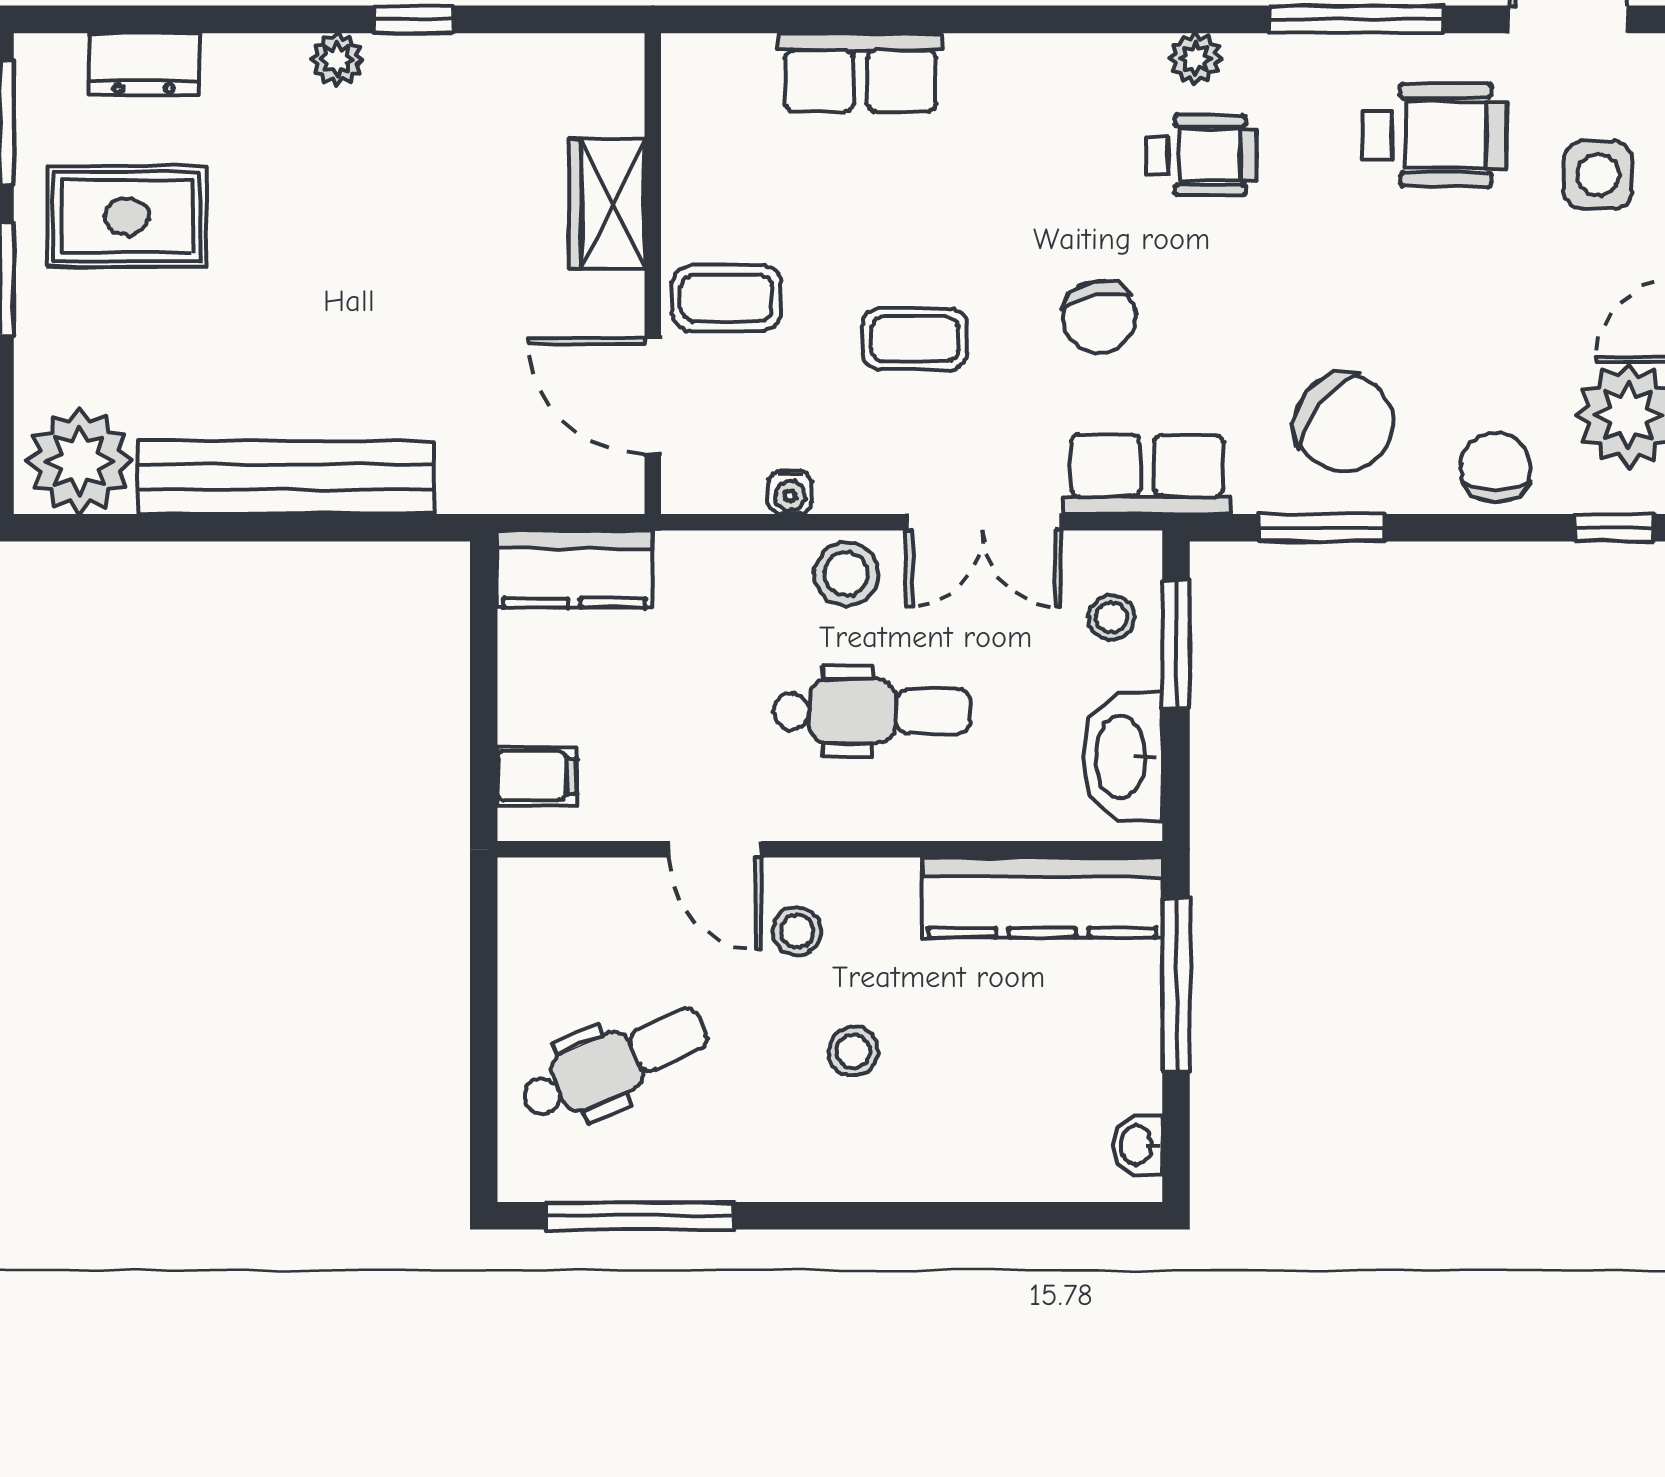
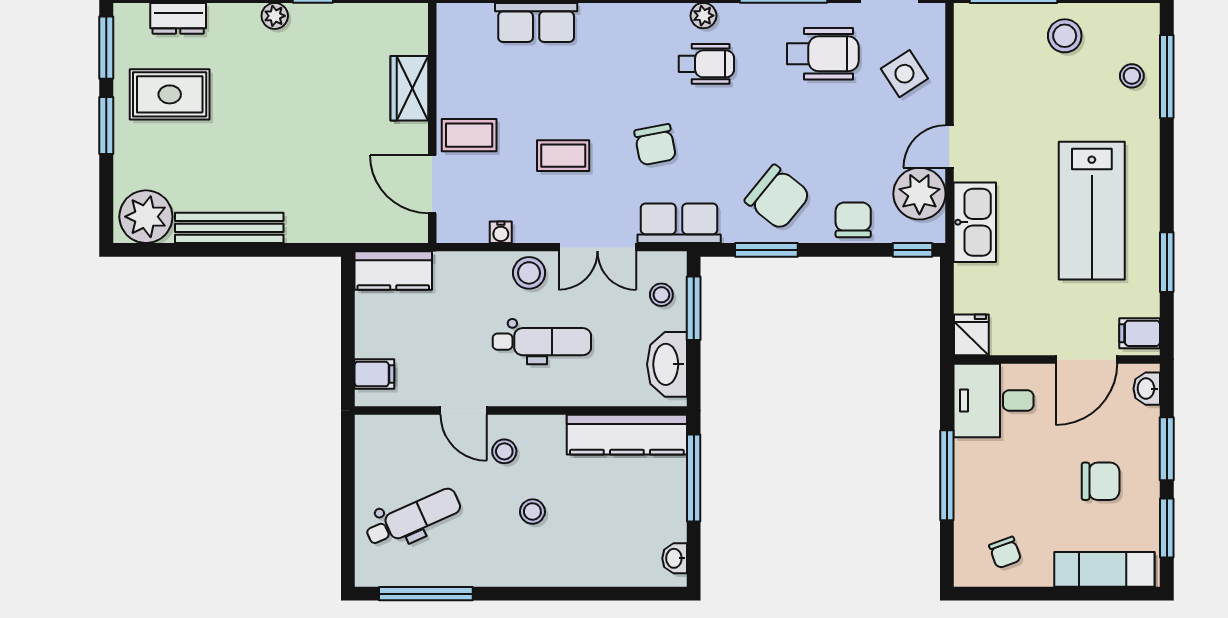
side table: (1598, 175) -> (904, 74), turned -33
bench: (286, 477) -> (229, 228), width x0.73, depth x0.82

